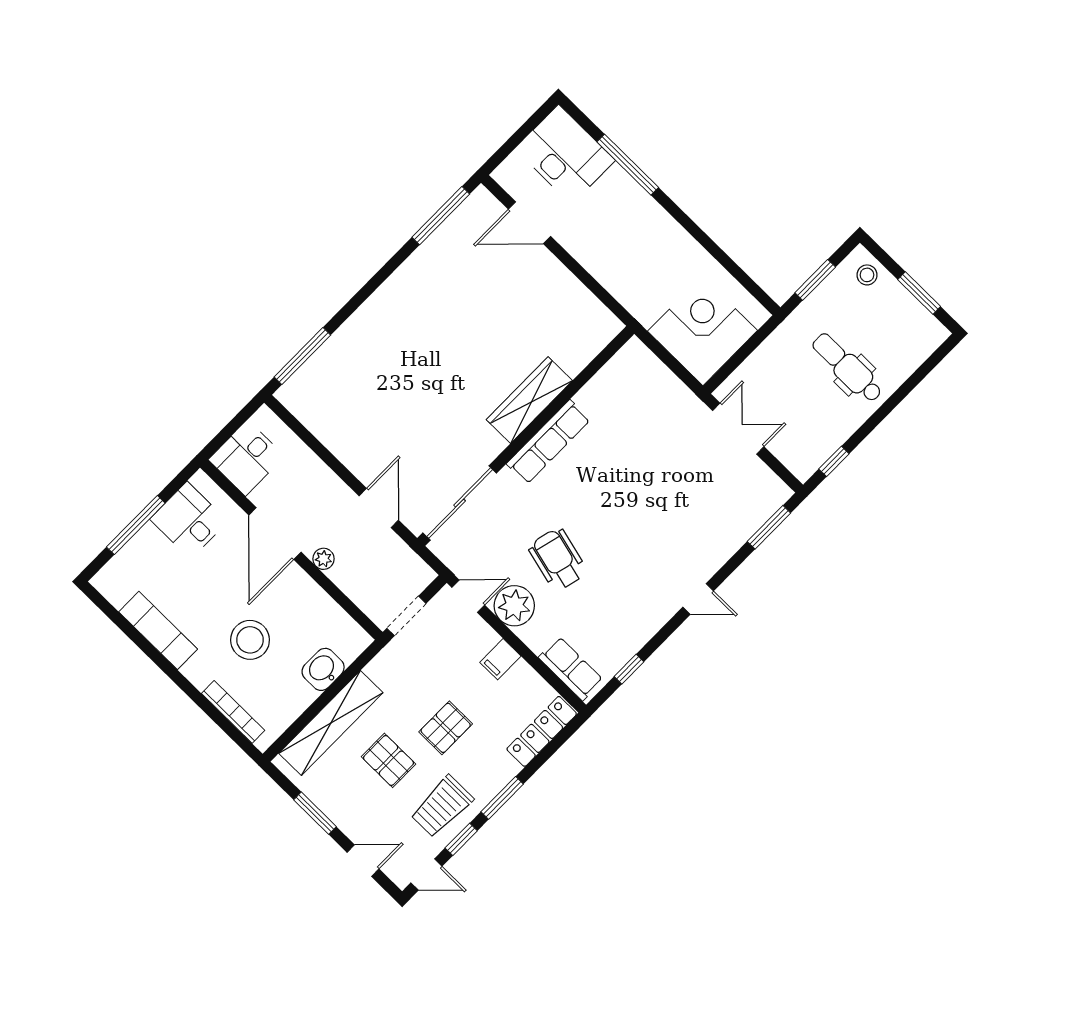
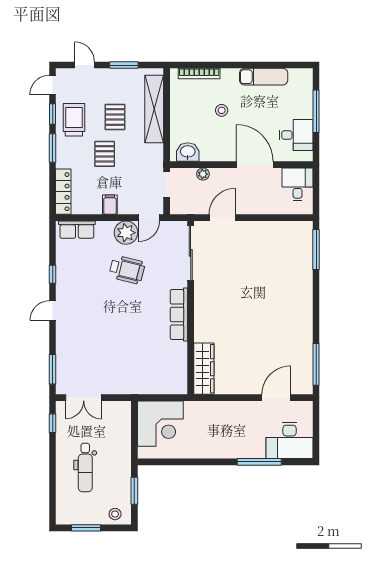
dental chair: (847, 368) -> (85, 467), turned 90
wardrobe: (529, 400) -> (204, 369), moved
double door: (738, 429) -> (84, 398), moved
door: (379, 508) -> (222, 218), swing flipped
plant: (323, 559) -> (203, 174), moved
stool: (250, 640) -> (222, 110), width x0.53, depth x0.53
washbasin: (323, 669) -> (188, 152), moved, turned -90
window: (629, 669) -> (53, 274), moved
pallet: (388, 760) -> (115, 117), turned 90
door: (363, 861) -> (85, 65), swing flipped

